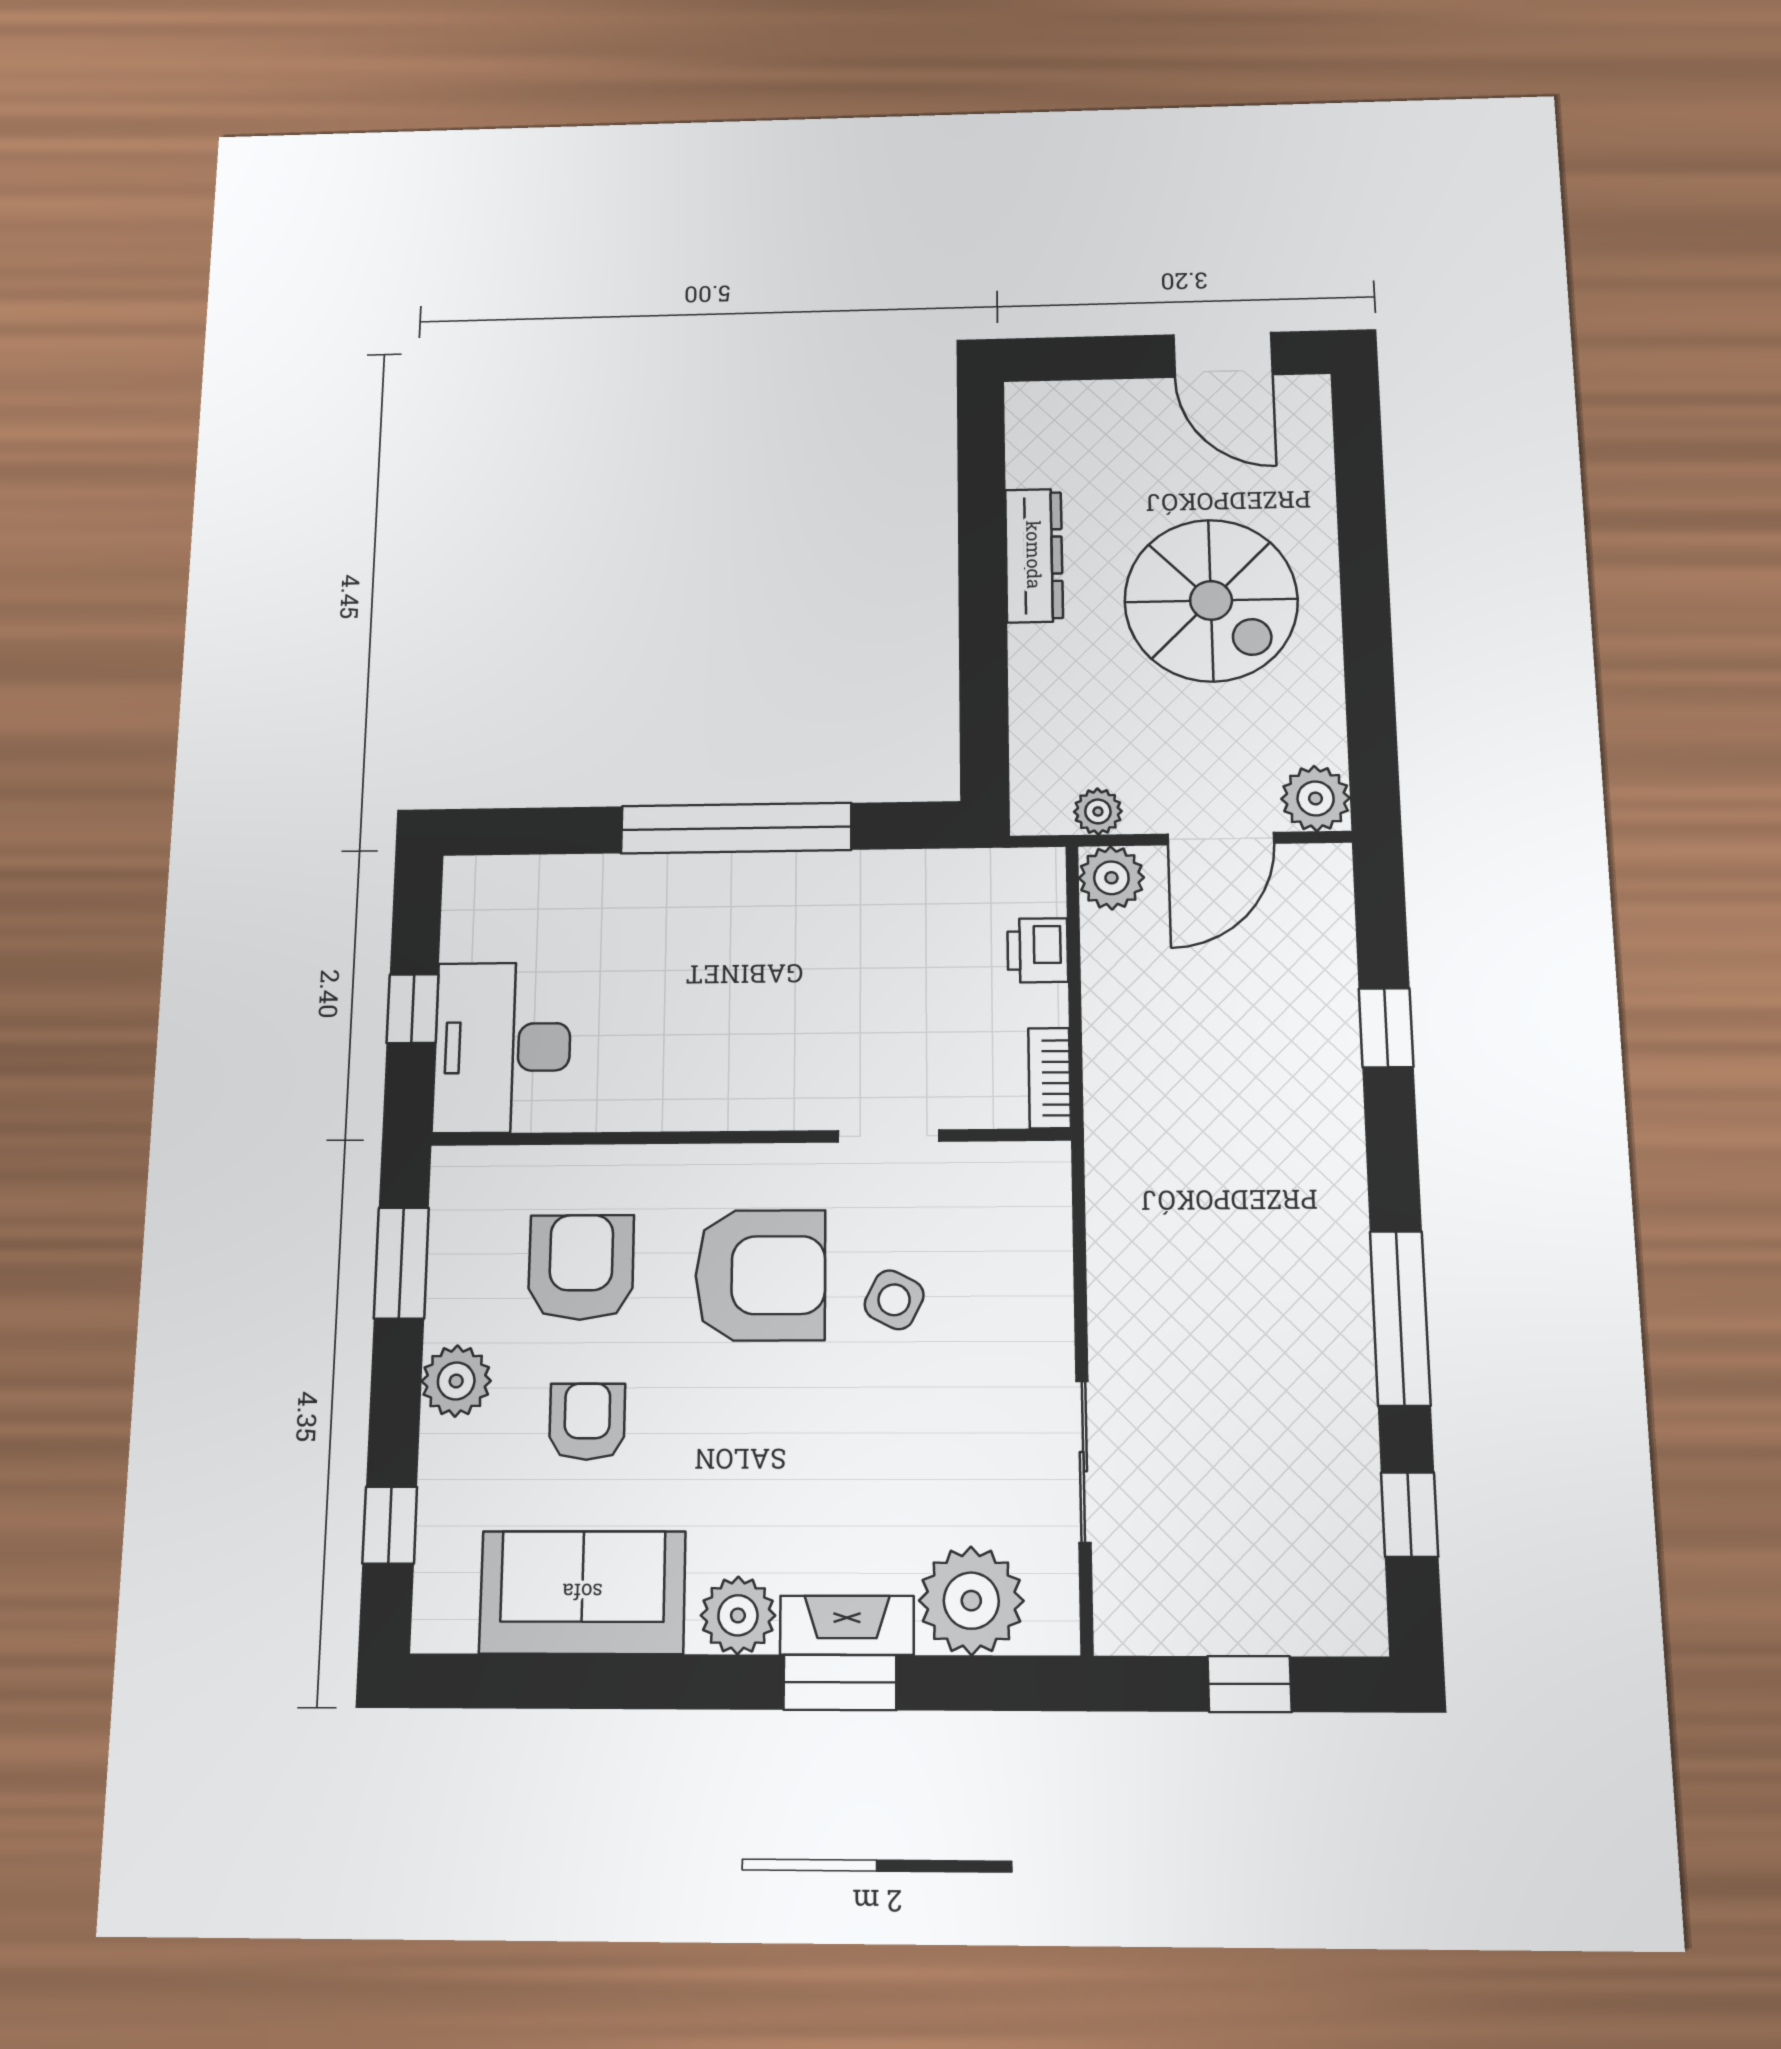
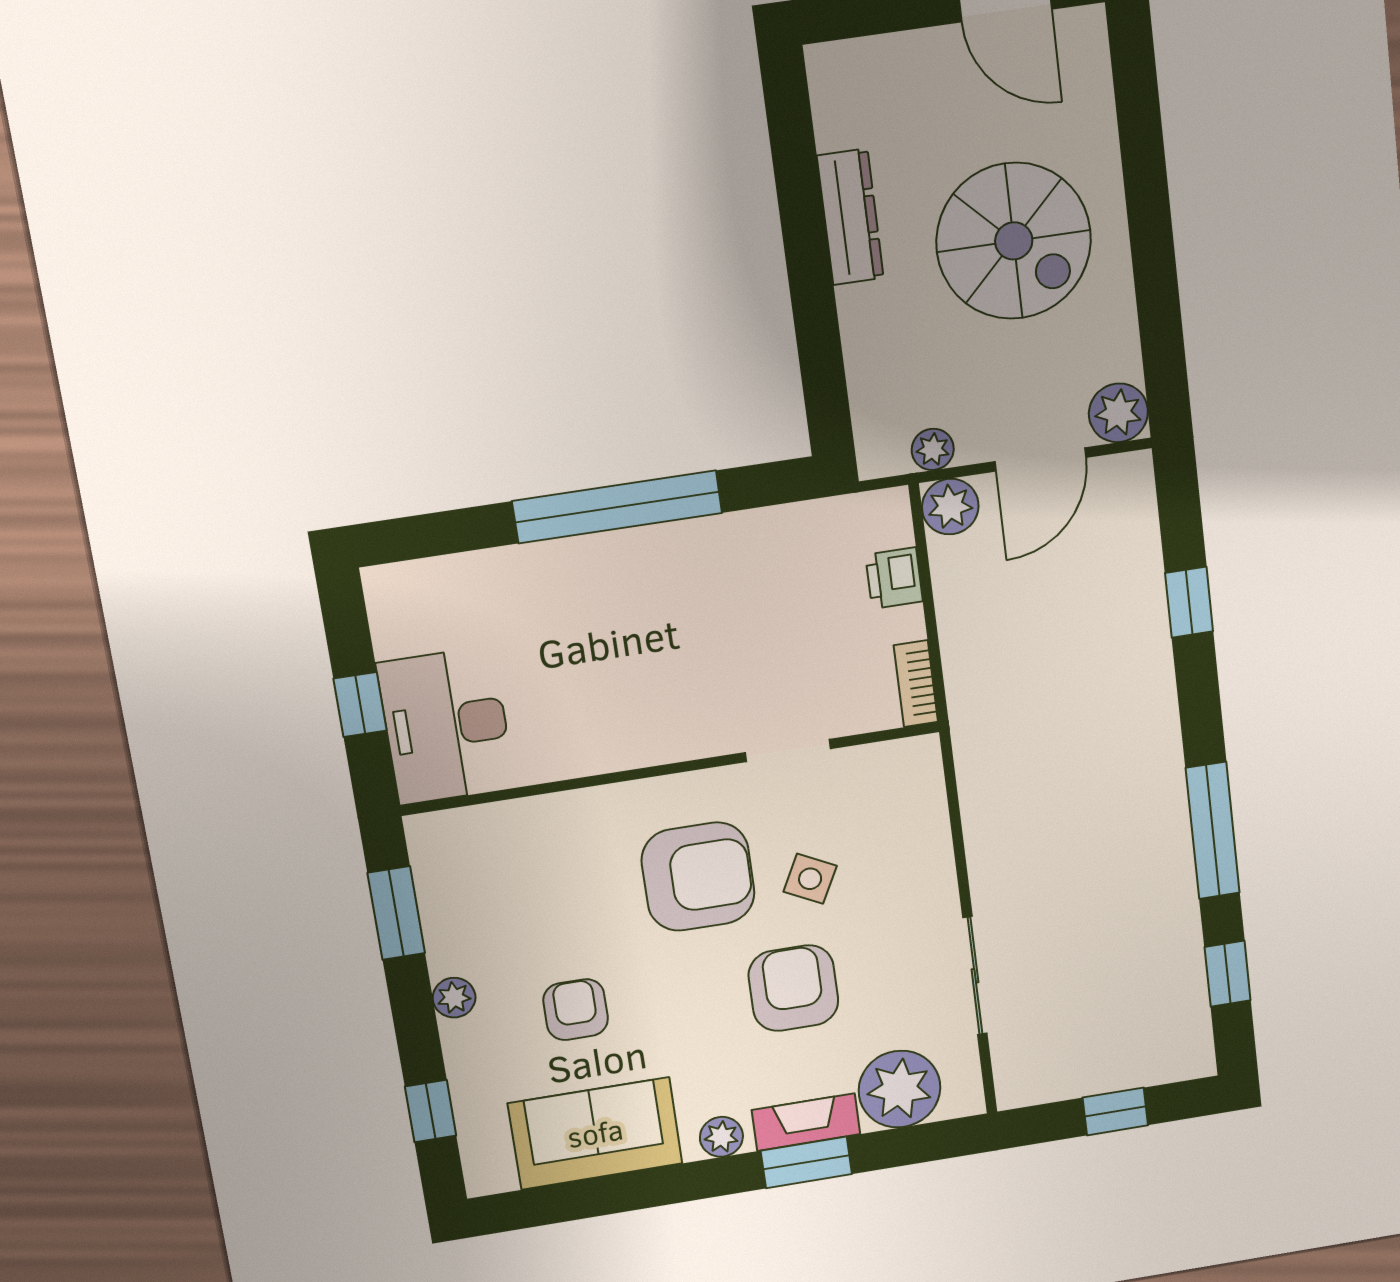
armchair: (581, 1267) -> (793, 988), moved
plant: (456, 1381) -> (454, 998), width x0.73, depth x0.73
plant: (738, 1615) -> (721, 1137), width x0.73, depth x0.73

